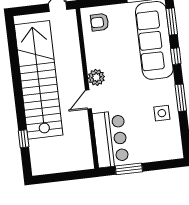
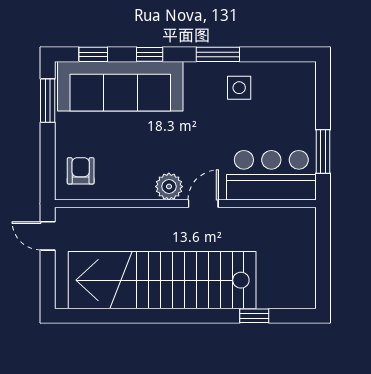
armchair: (100, 22) -> (81, 171), turned 180
window: (172, 22) -> (93, 54), width x0.67
door: (88, 99) -> (203, 204), swing flipped

